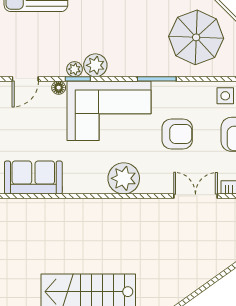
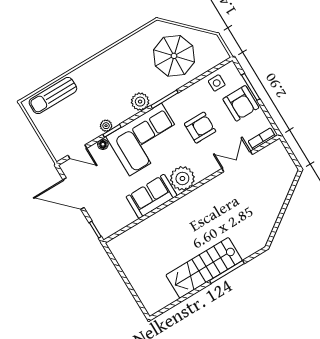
plant: (95, 65) -> (140, 102), moved
door: (25, 79) -> (77, 152), hinge flipped
sofa: (33, 178) -> (152, 196), moved

